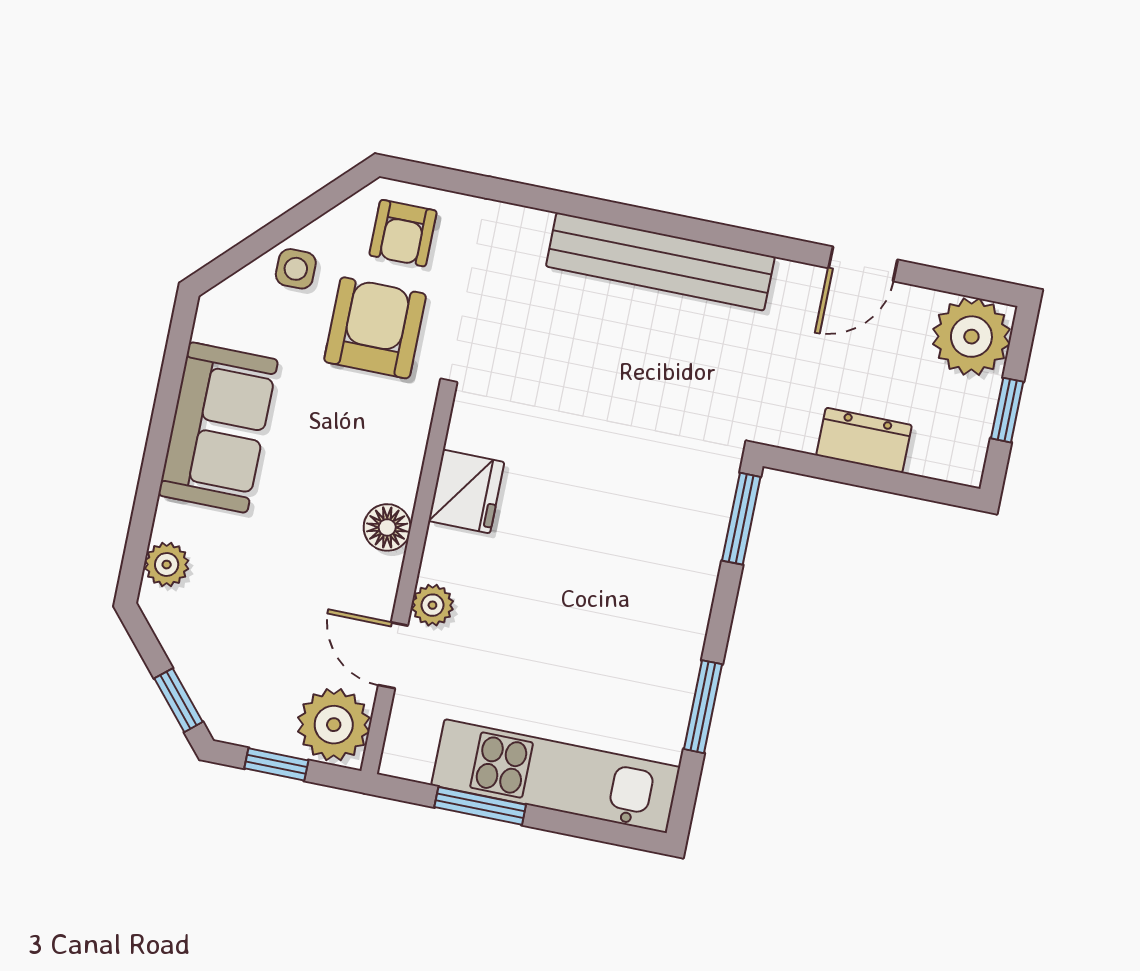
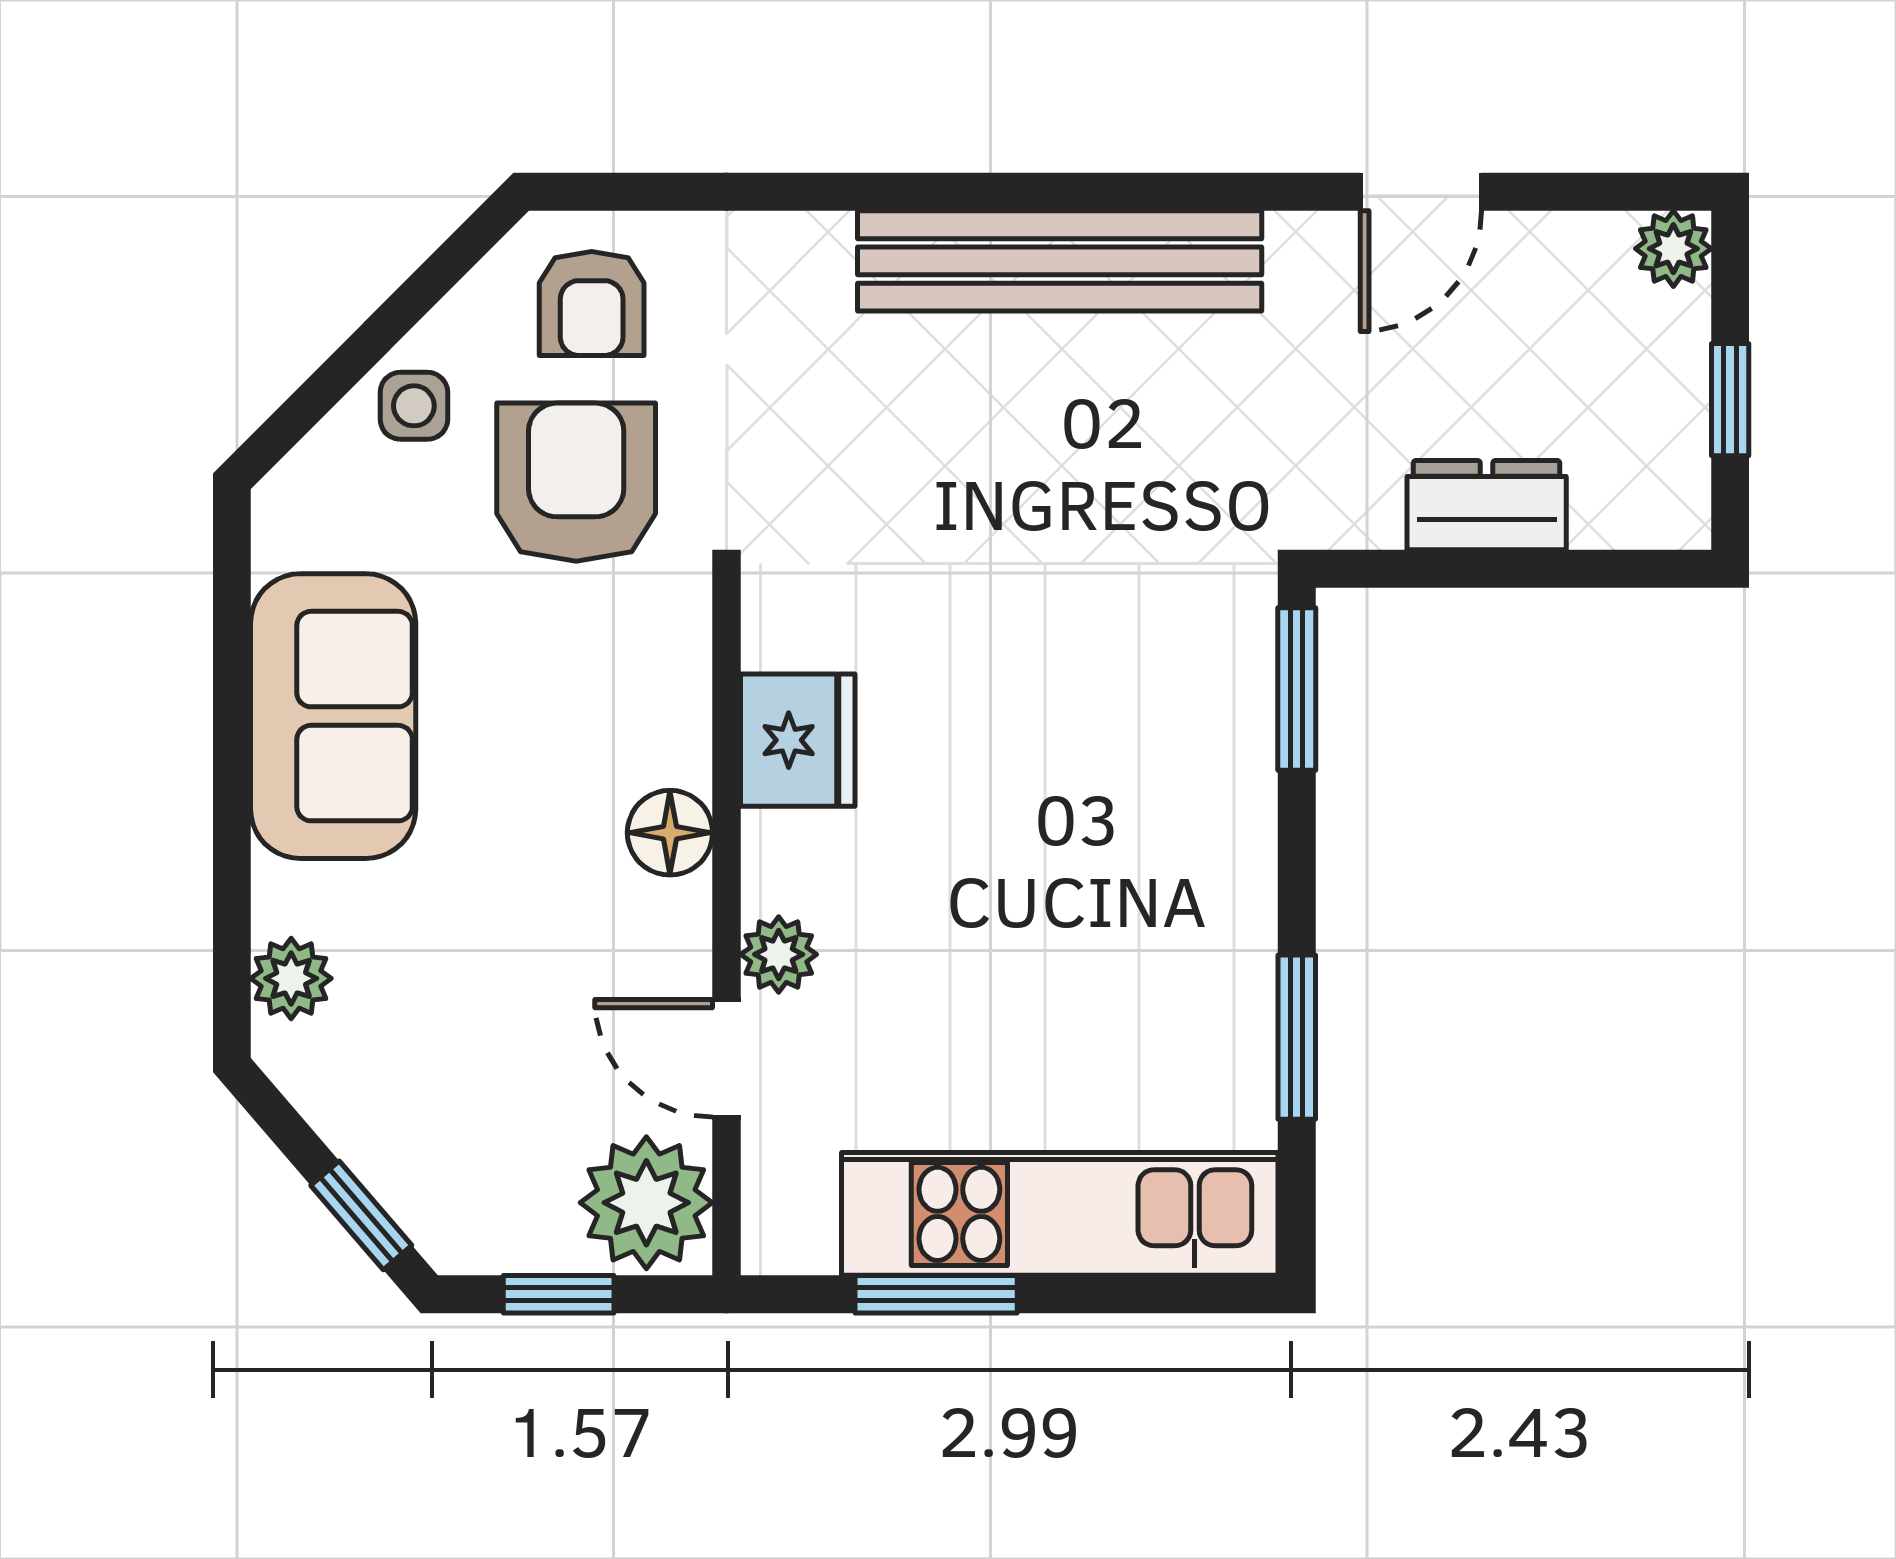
plant: (971, 337) -> (1673, 249), width x0.53, depth x0.53

